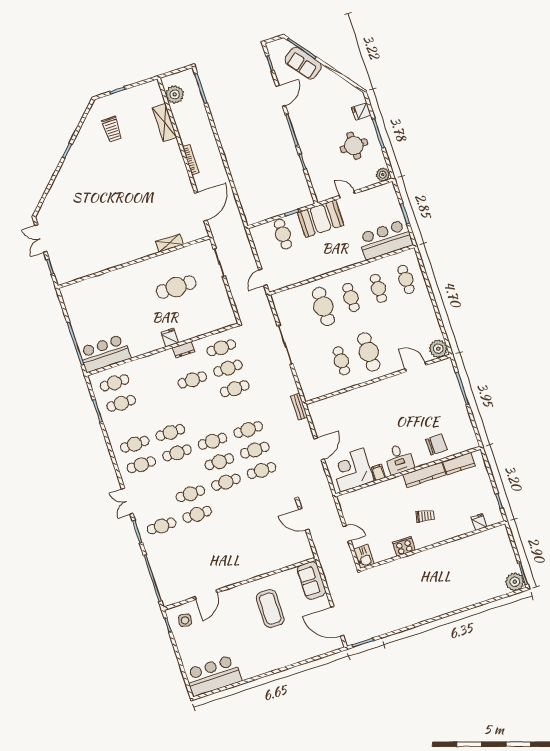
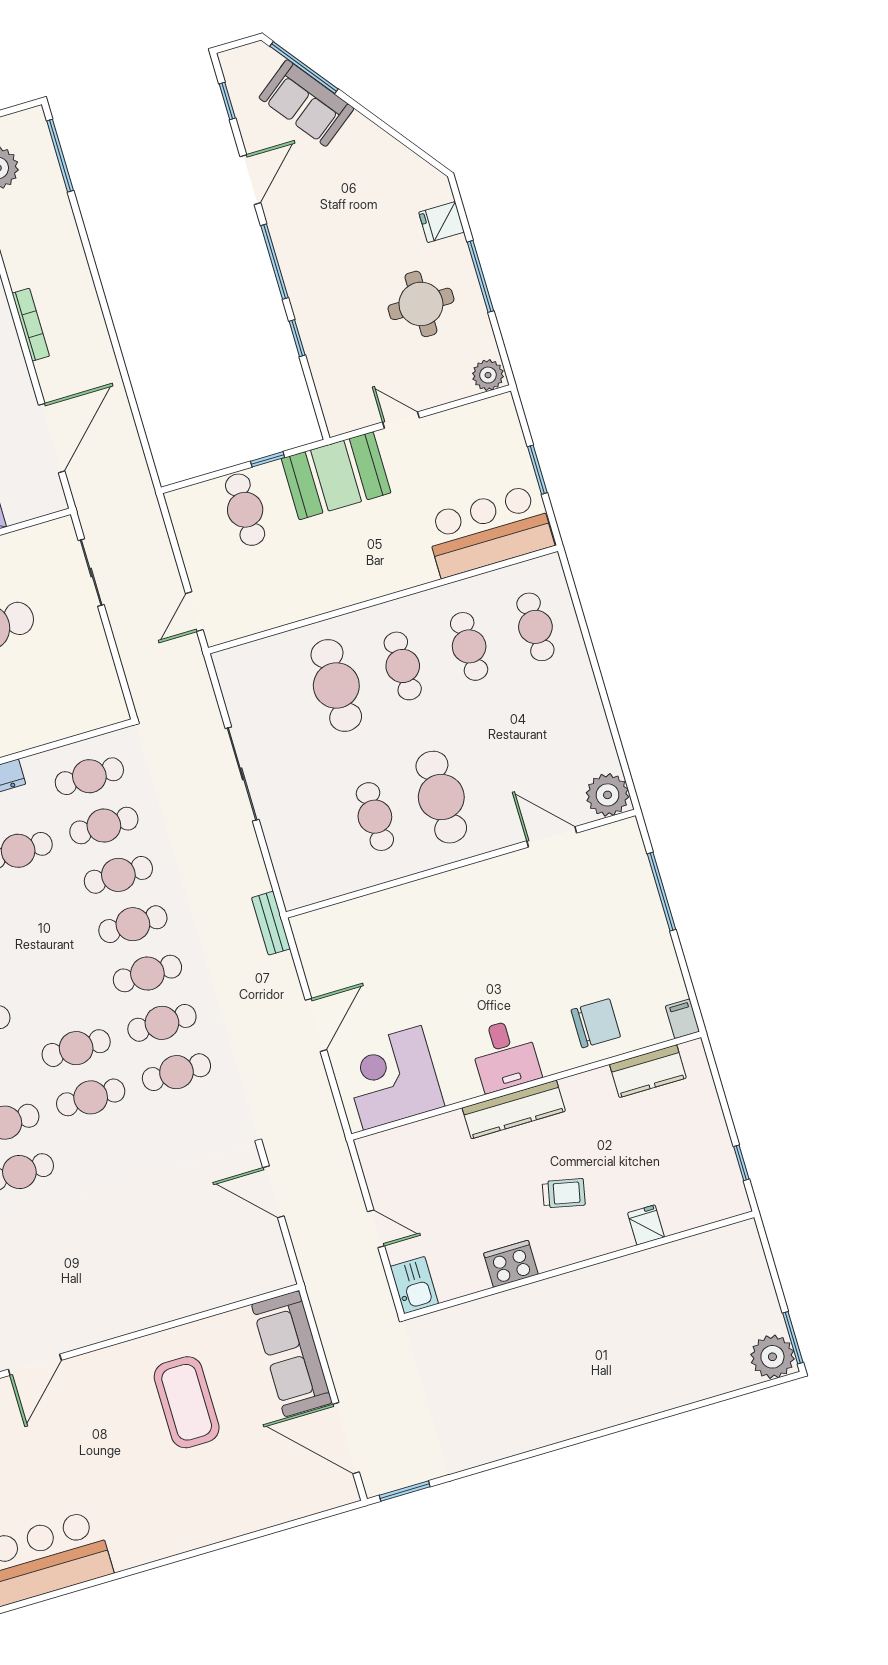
cafe table: (213, 441) -> (133, 924), moved
filing cabinet: (378, 473) -> (682, 1019), moved
kitchen counter: (424, 475) -> (514, 1109), moved
fridge: (479, 522) -> (646, 1225), moved
sofa: (312, 581) -> (292, 1354), width x1.36

